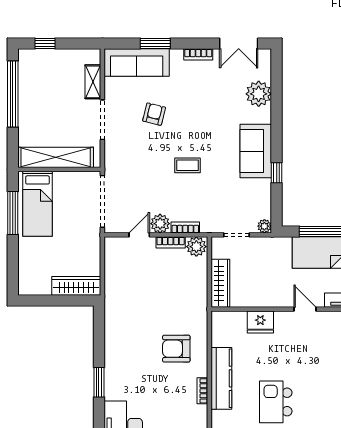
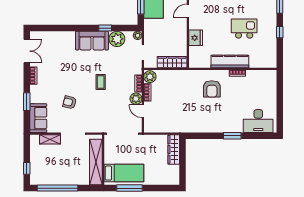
sofa: (137, 63) -> (38, 118), width x0.73
plant: (259, 94) -> (117, 39), moved
kitchen island: (276, 402) -> (244, 29), turned 180

